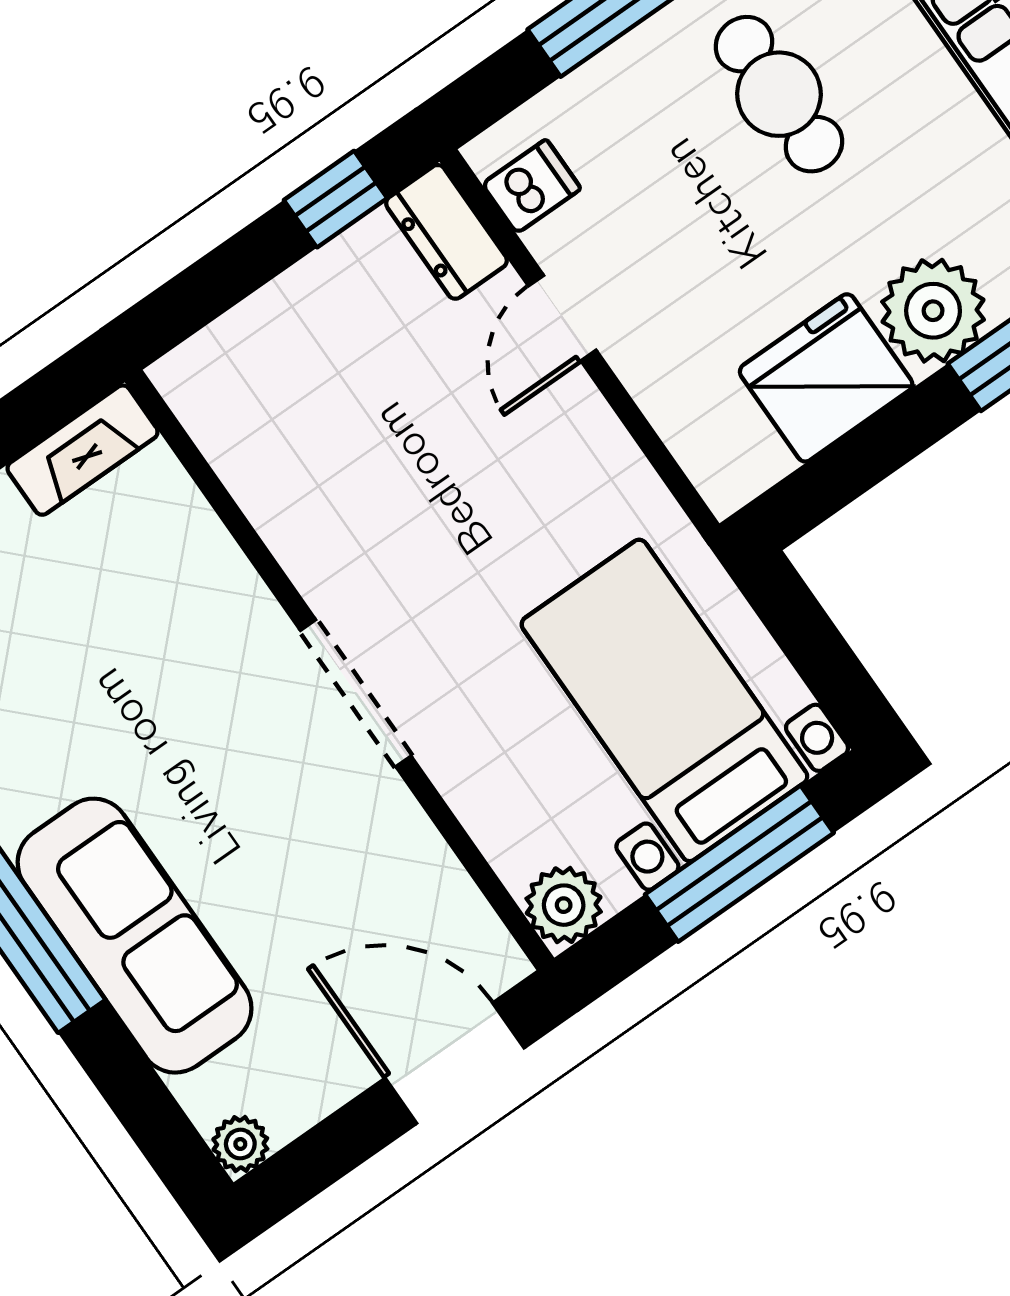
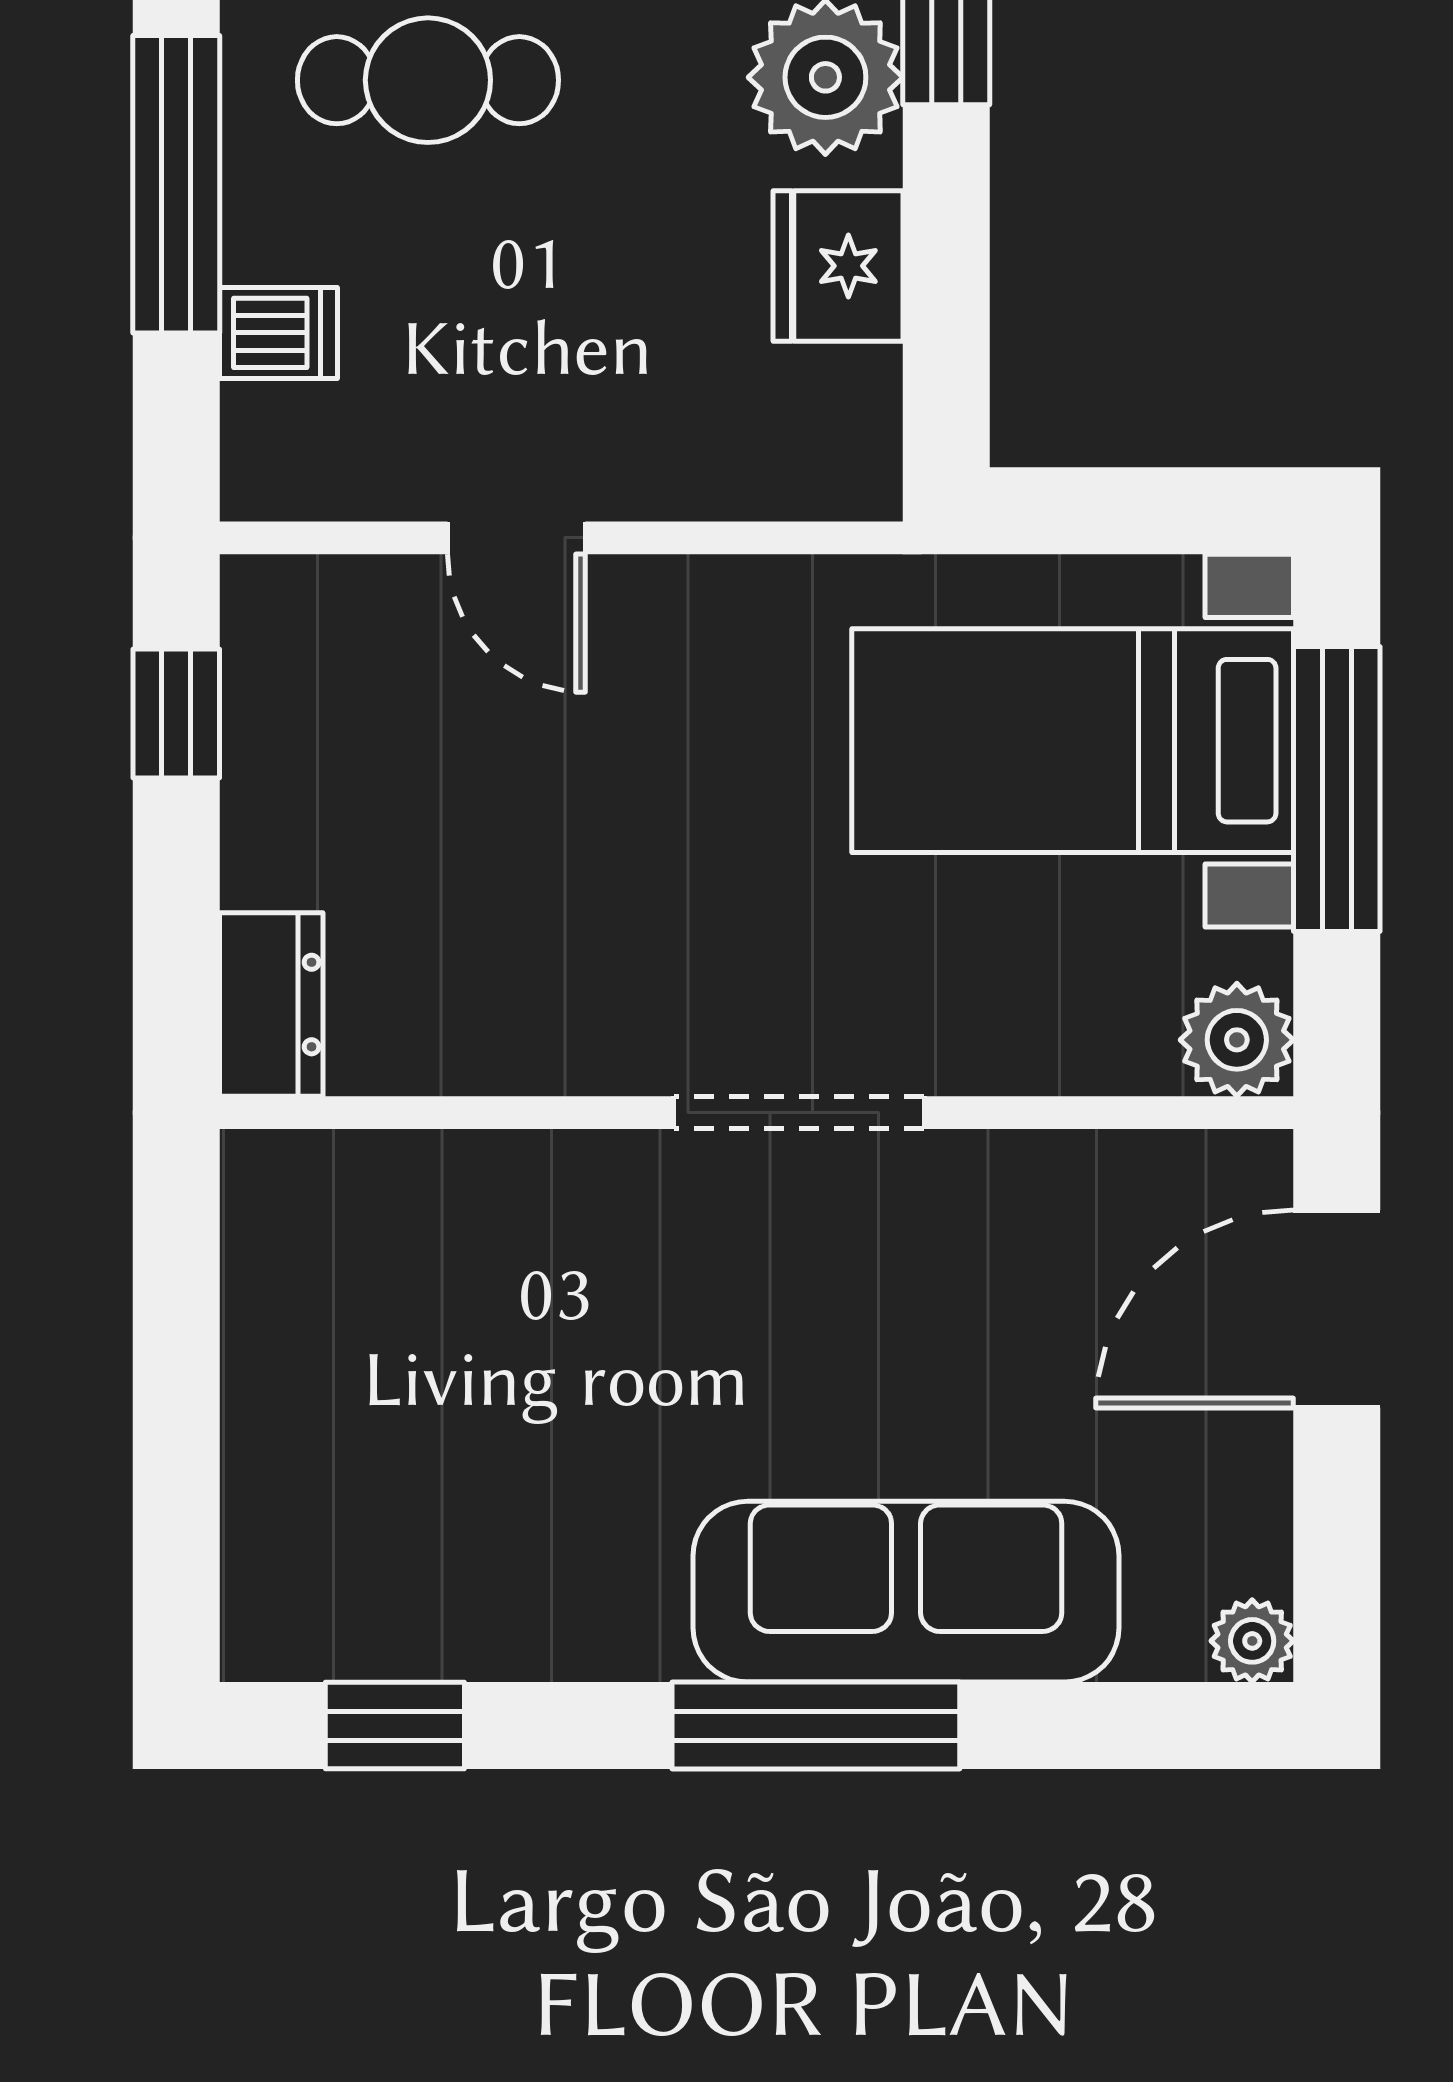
dishwasher: (531, 186) -> (279, 333), moved, turned 90
dresser: (446, 232) -> (271, 1005), moved, turned -90
fridge: (826, 378) -> (838, 266), width x0.73, depth x0.75
fireplace: (83, 450) -> (267, 1239), removed

